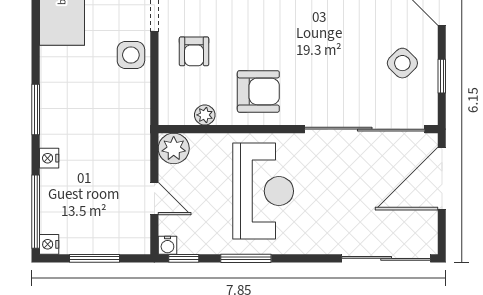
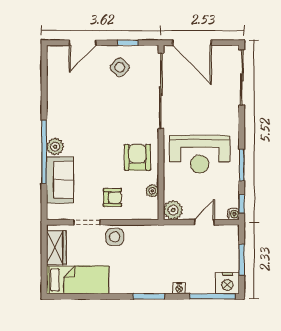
reception desk: (263, 191) -> (200, 154), turned 180
nightstand: (49, 244) -> (227, 283), width x1.89, depth x1.79

